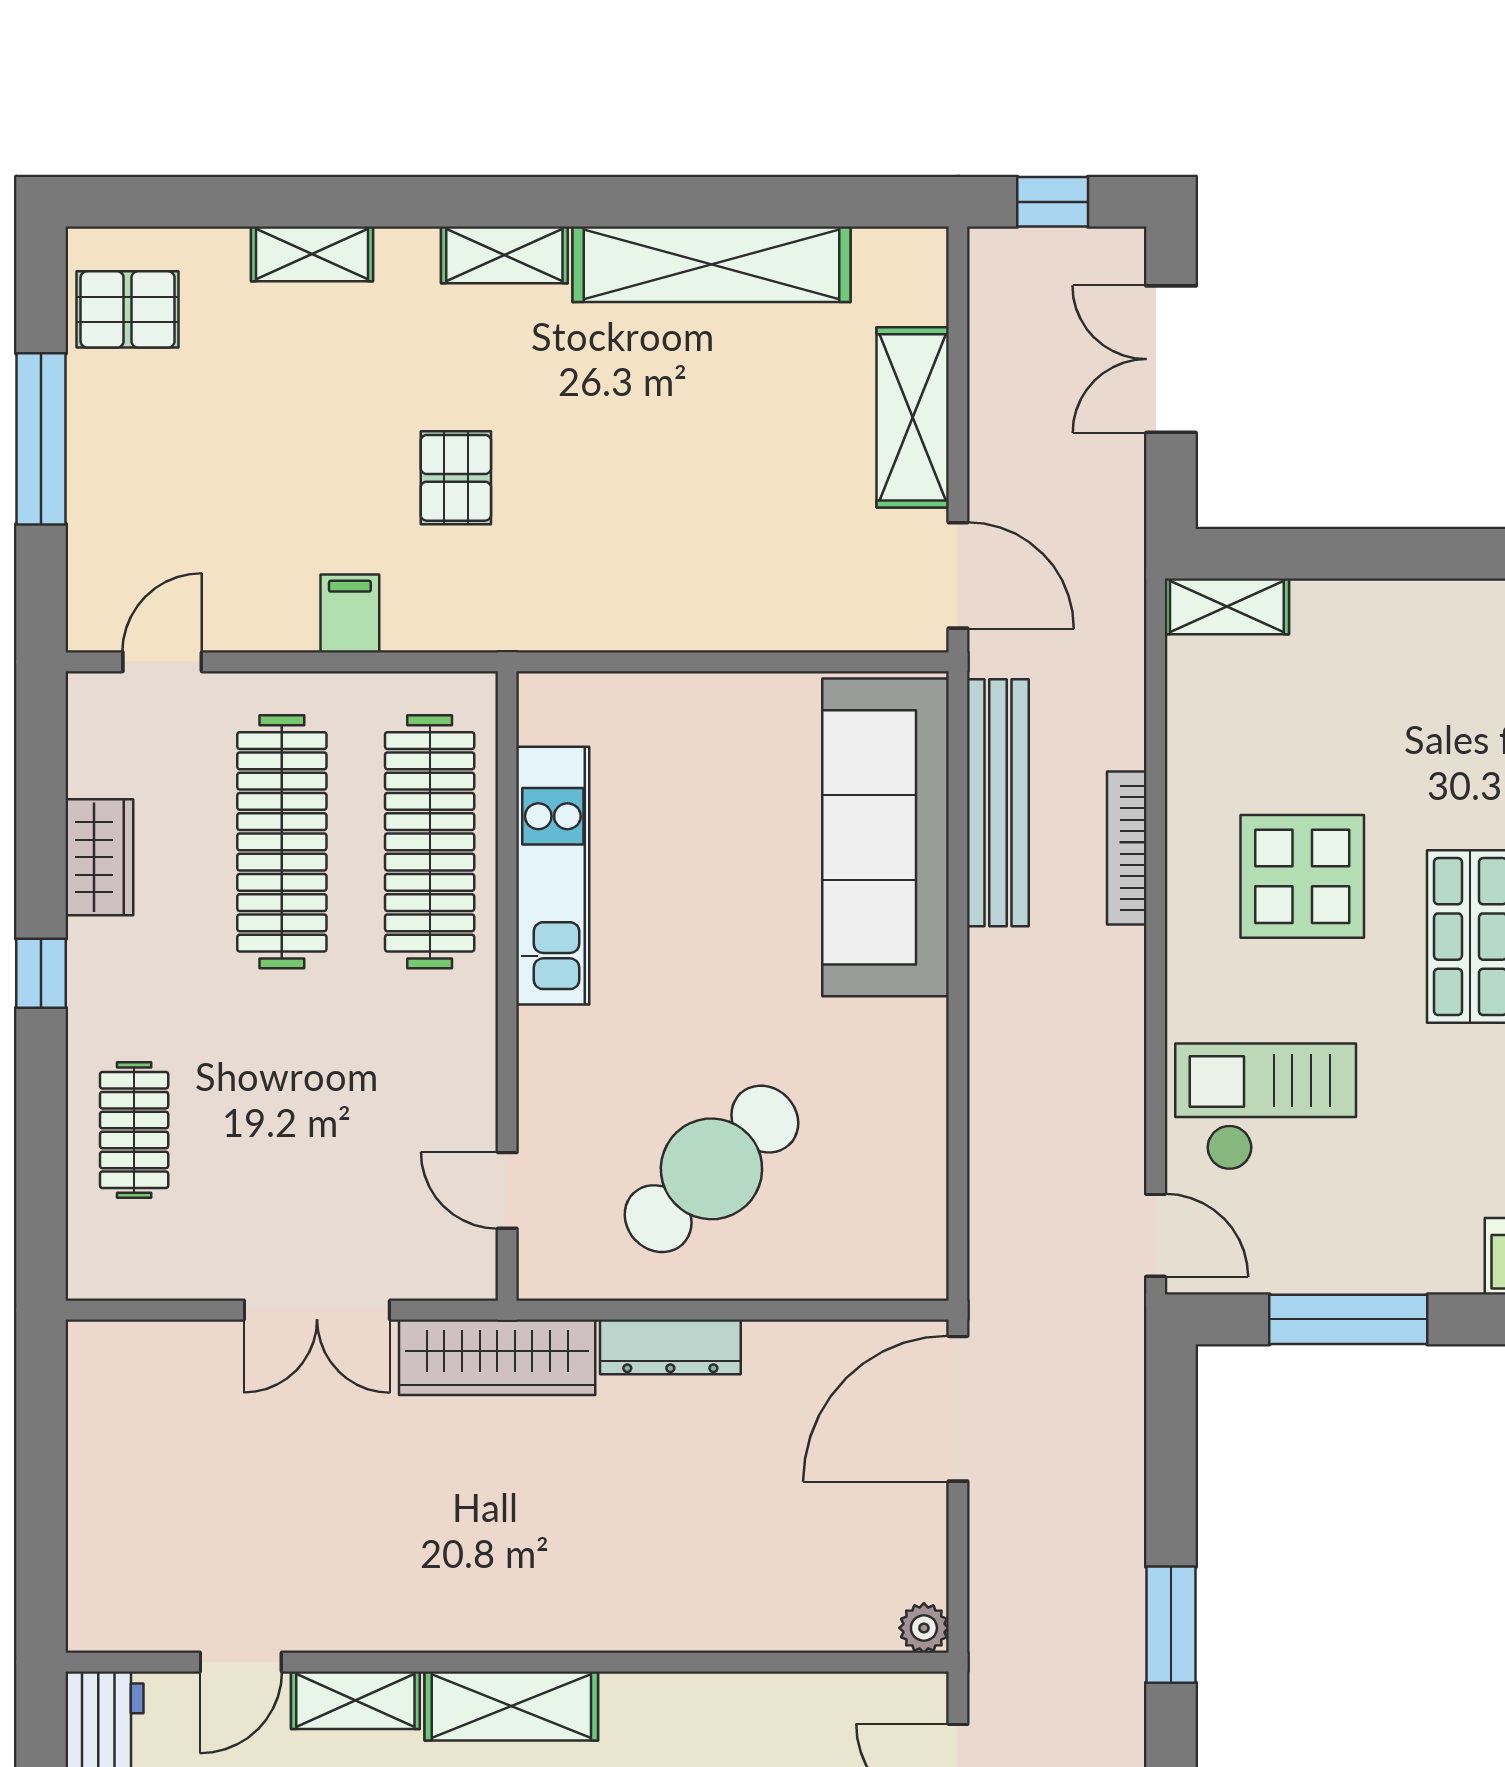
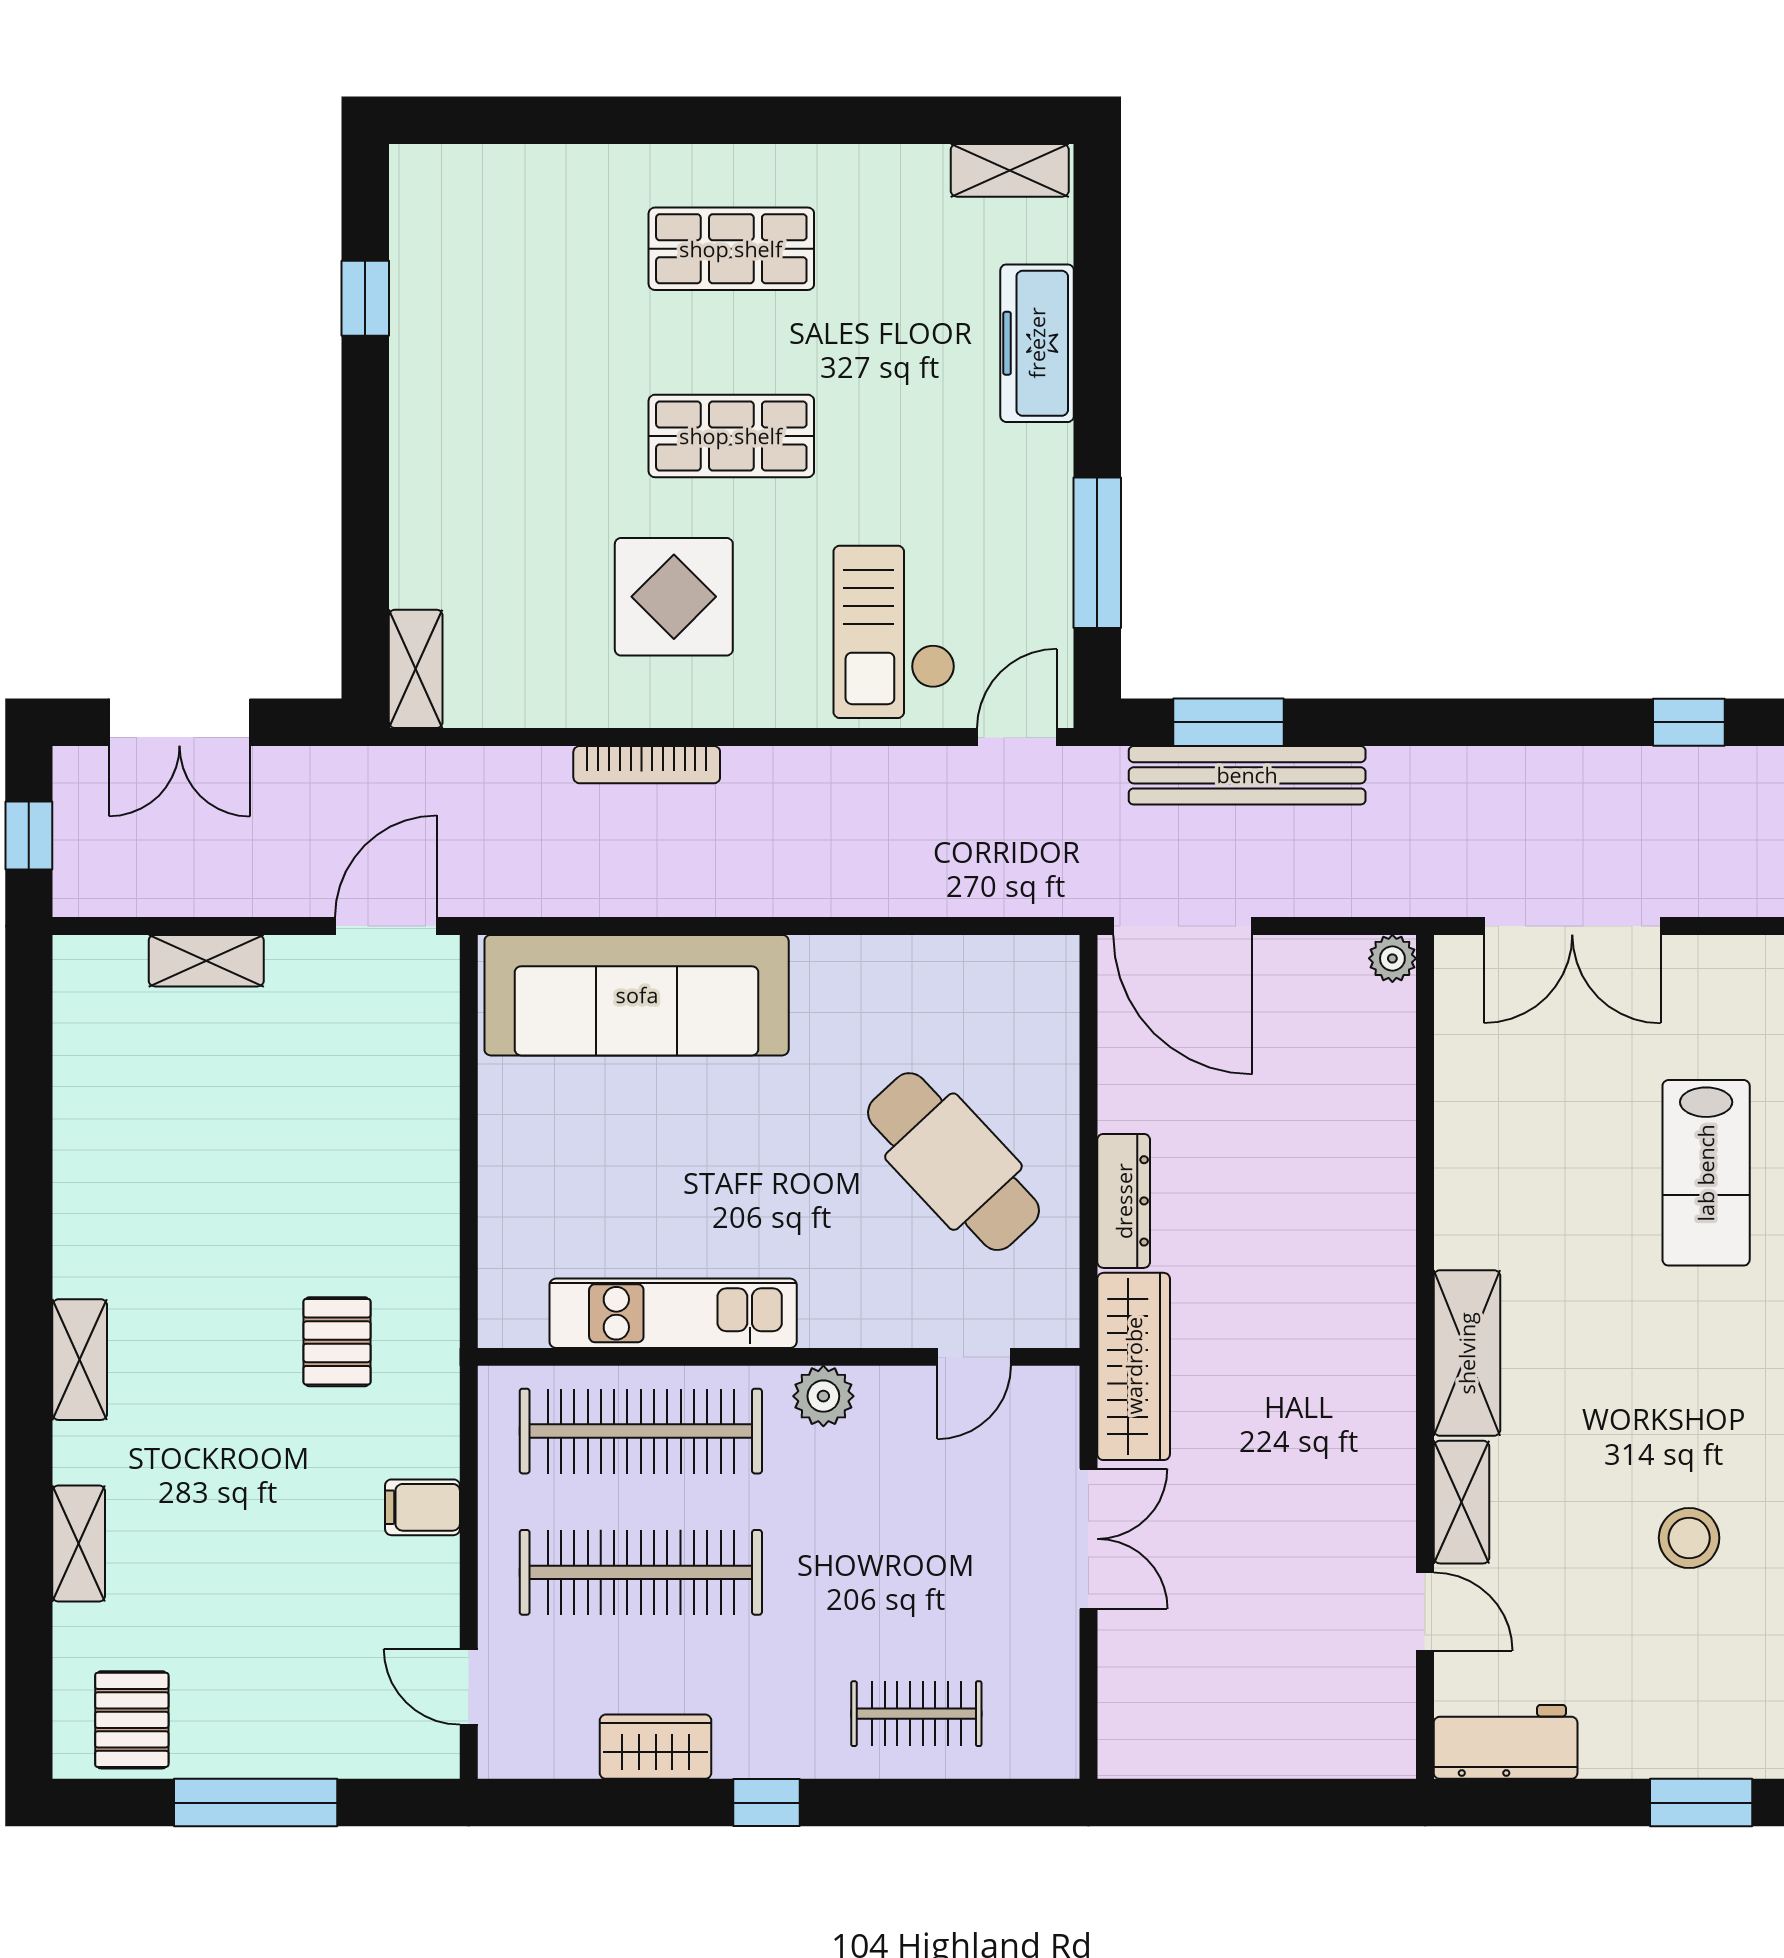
shelving: (711, 264) -> (89, 1162), removed
shelving: (913, 417) -> (206, 961), width x0.67, depth x0.75
pallet: (456, 478) -> (337, 1342), moved, turned 90
bench: (998, 803) -> (1247, 775), moved
plant: (466, 1033) -> (823, 1396), added
window: (1171, 1625) -> (1229, 722), moved

